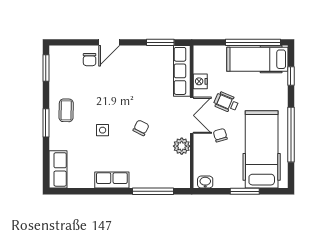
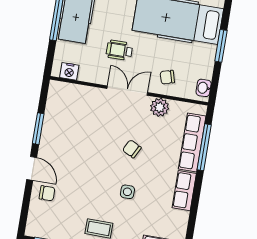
window: (160, 42) -> (38, 129), moved
row of seats: (182, 71) -> (192, 142), moved, turned 90
nightstand: (200, 81) -> (69, 71), moved
wheelchair: (226, 102) -> (119, 50), turned 67
chair: (220, 135) -> (167, 77), moved

